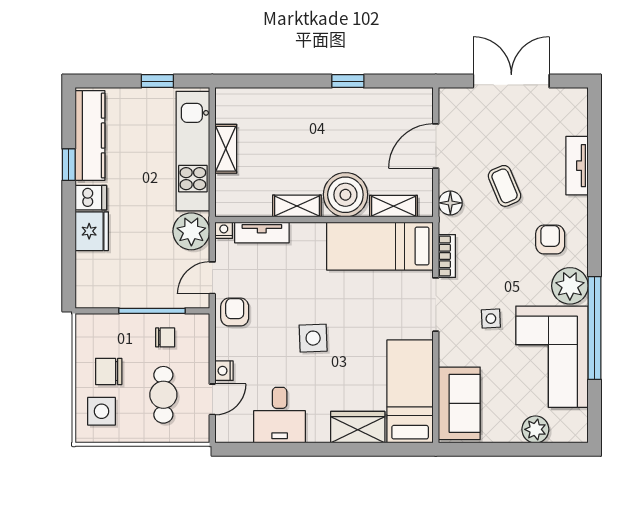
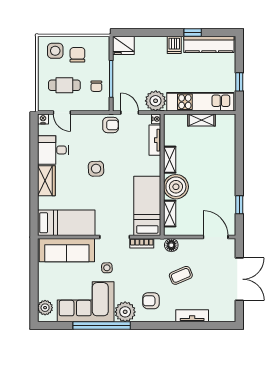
window: (348, 81) -> (239, 205), moved
door: (436, 146) -> (216, 237), moved
fridge: (92, 231) -> (123, 45), moved
armchair: (550, 240) -> (151, 301), turned 180
nightstand: (224, 371) -> (43, 119), moved
sofa: (459, 403) -> (67, 250), width x1.36
wardrobe: (358, 427) -> (46, 181), moved
plant: (535, 429) -> (45, 308), moved

